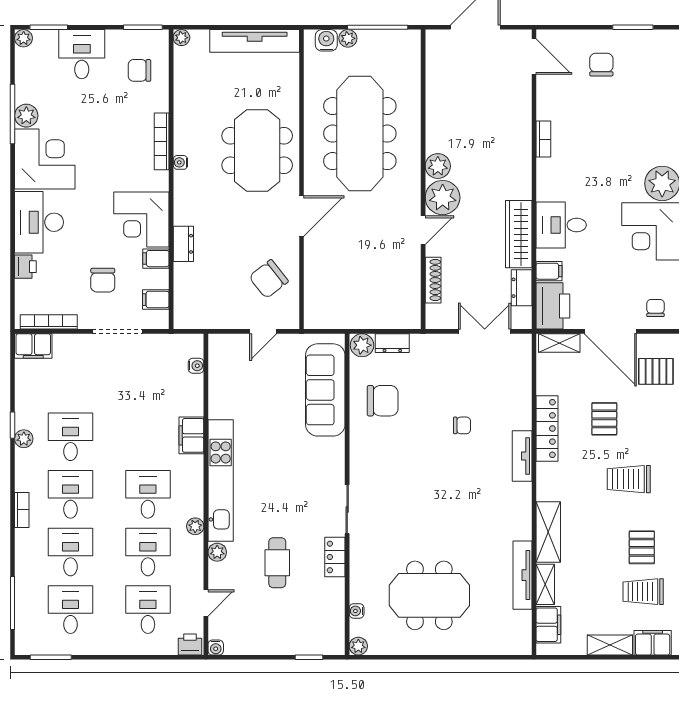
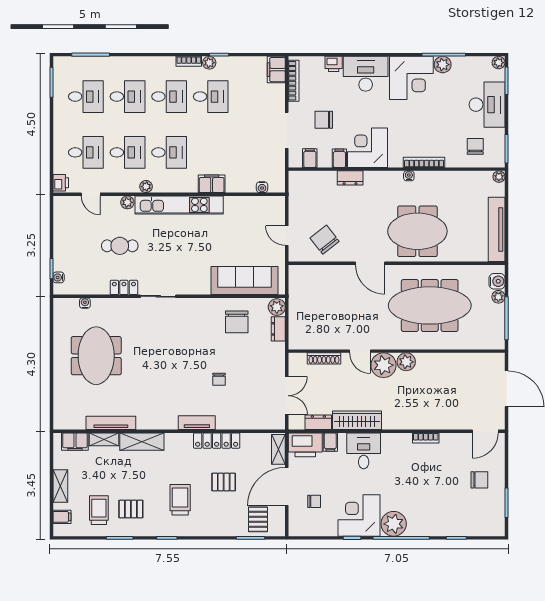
desk: (82, 54) -> (487, 105), width x1.37
chair: (655, 308) -> (314, 501), moved
bookcase: (22, 510) -> (189, 61), moved
filing cabinet: (653, 643) -> (62, 517), width x0.50
plant: (358, 646) -> (60, 304), removed
water cooler: (216, 648) -> (59, 277), moved

